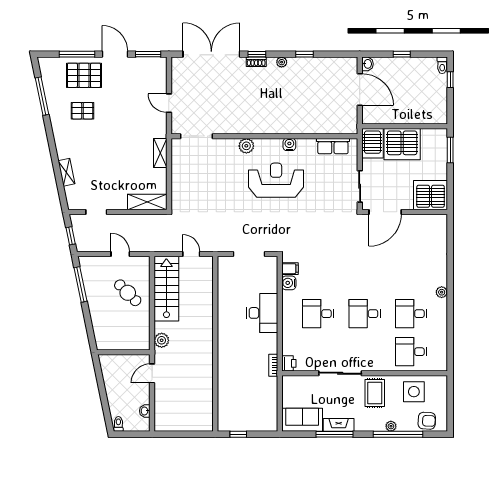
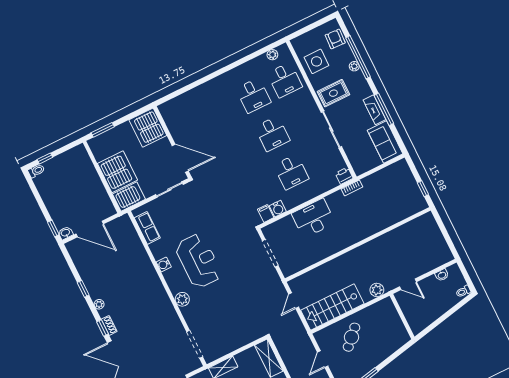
window: (402, 54) -> (53, 228), moved
door: (360, 89) -> (90, 229), swing flipped
reception desk: (276, 180) -> (198, 261), turned 180
plant: (442, 292) -> (272, 55), moved

